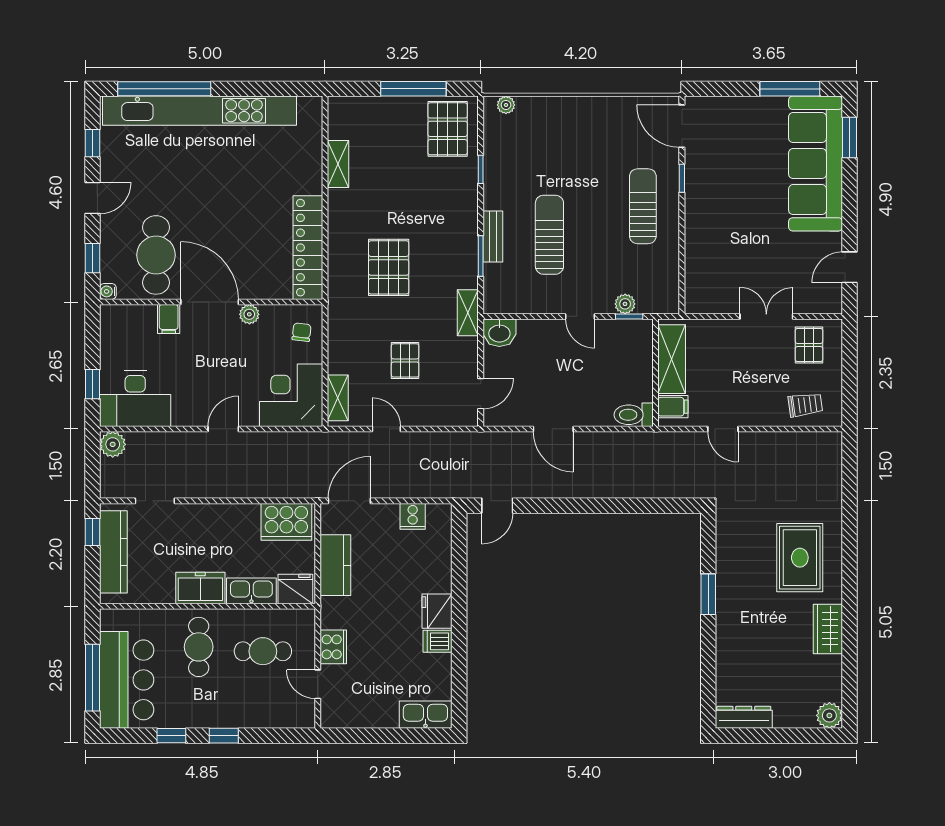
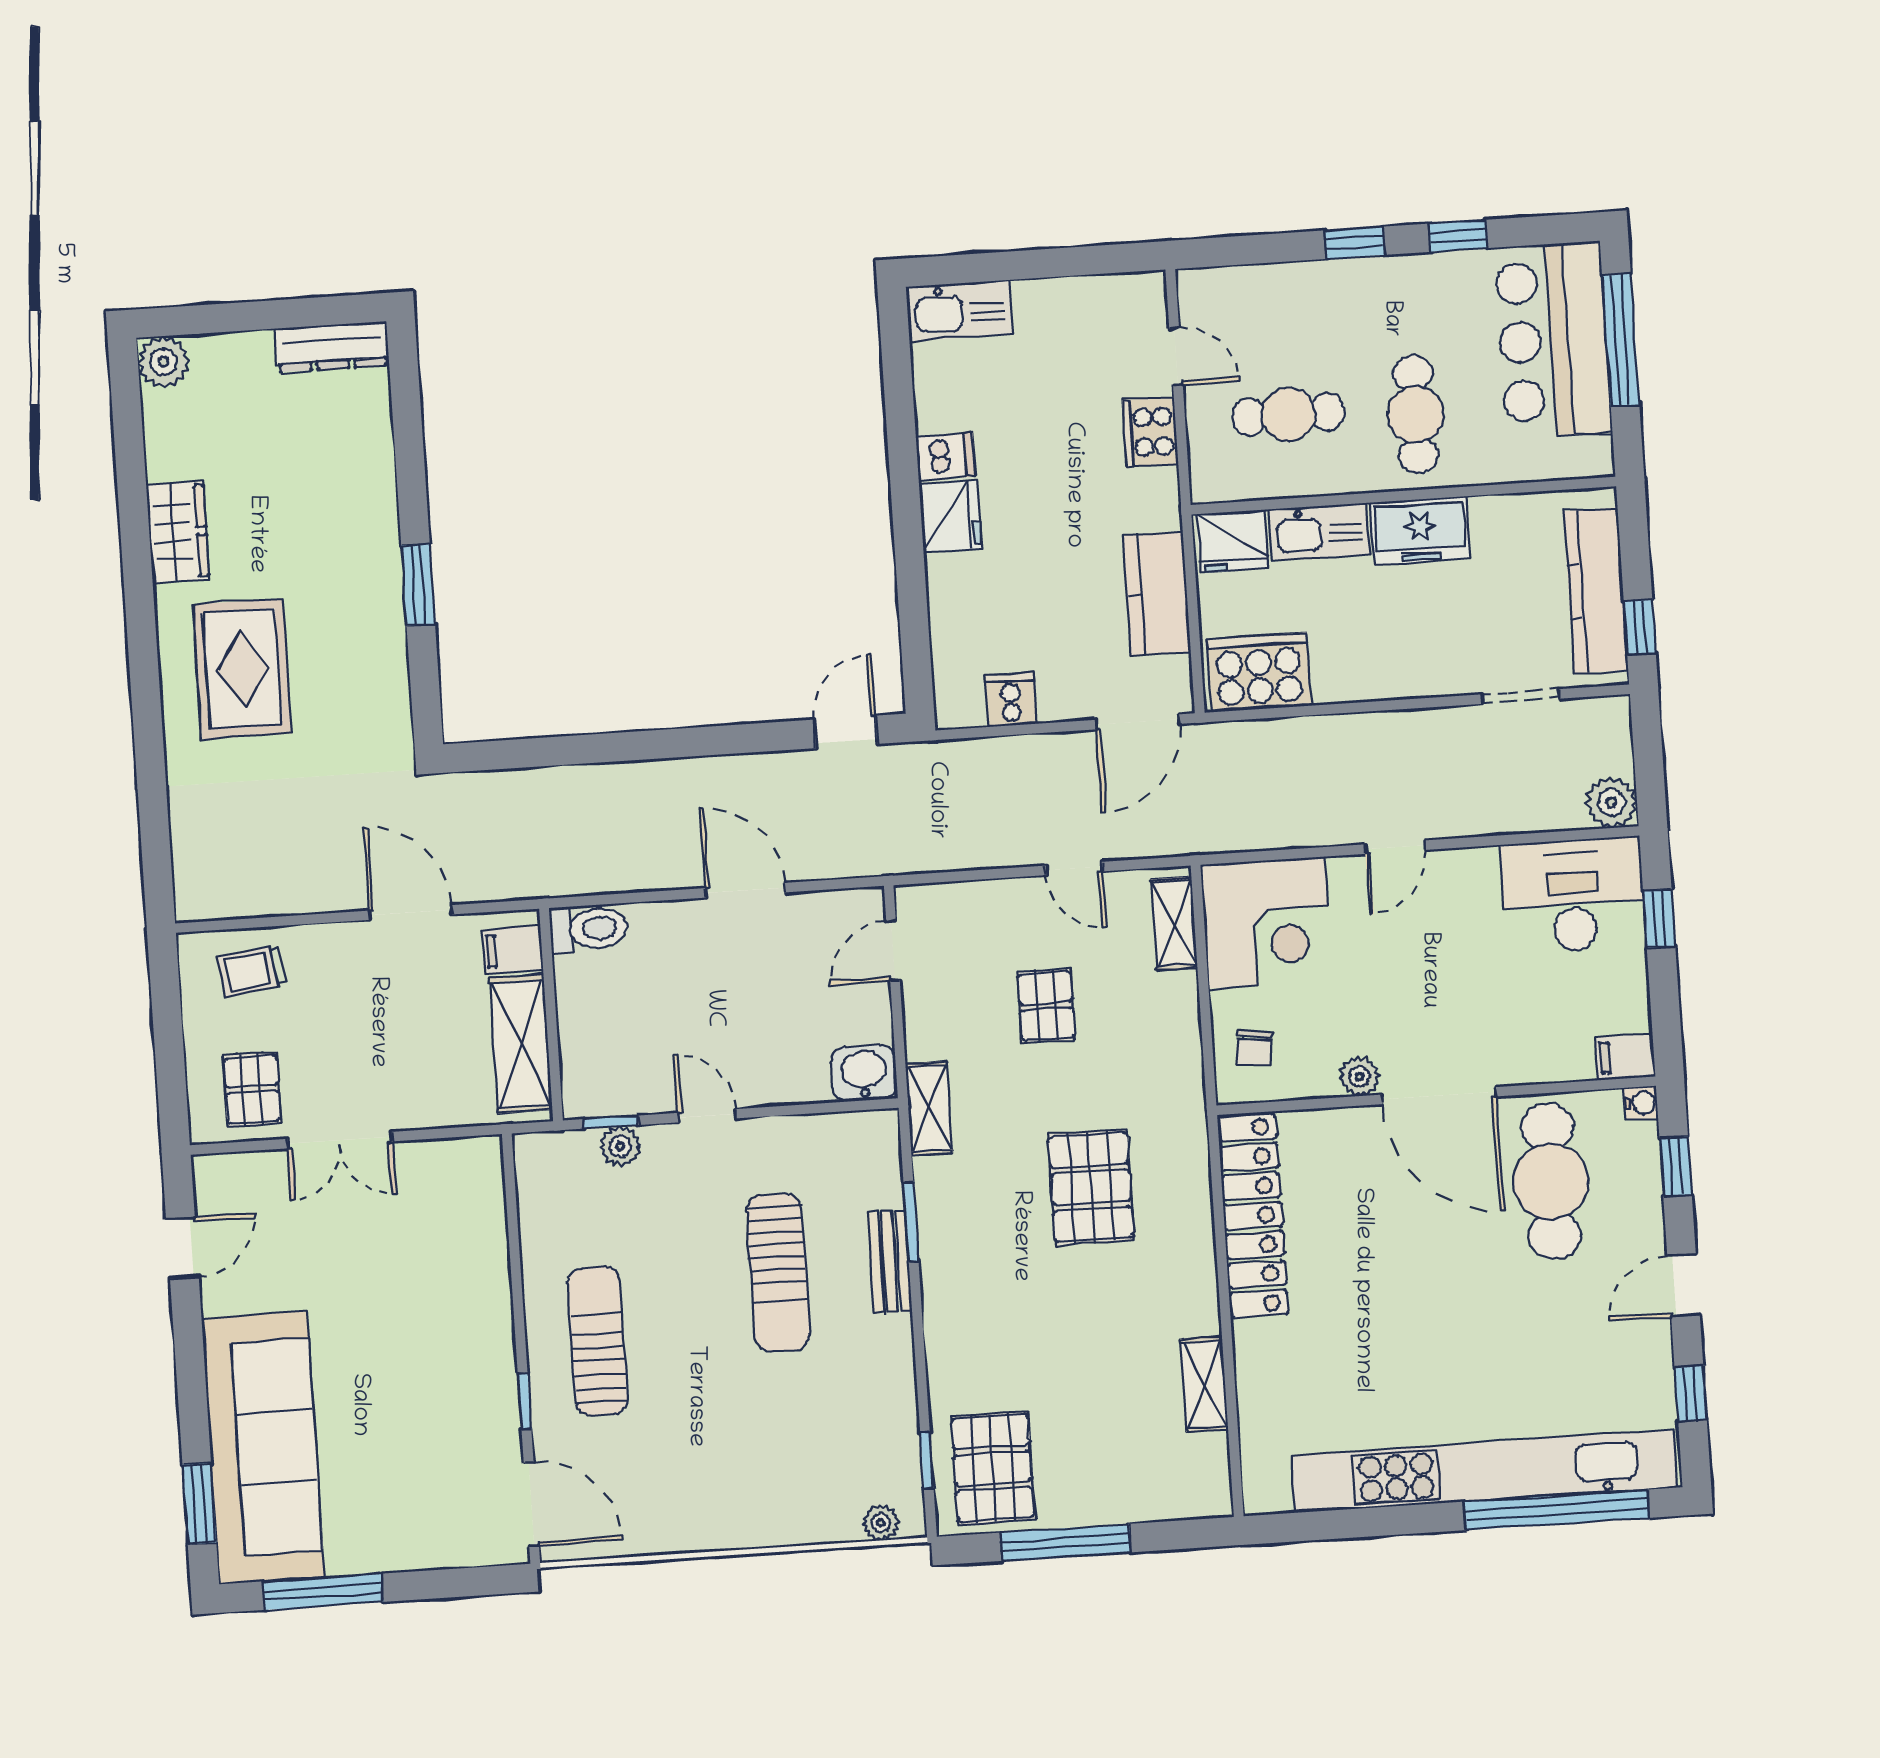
window: (481, 169) -> (927, 1460), moved
sun lounger: (643, 206) -> (598, 1341), turned 180
filing cabinet: (169, 319) -> (1625, 1057), moved, turned -90
door: (723, 429) -> (411, 912), width x1.38

